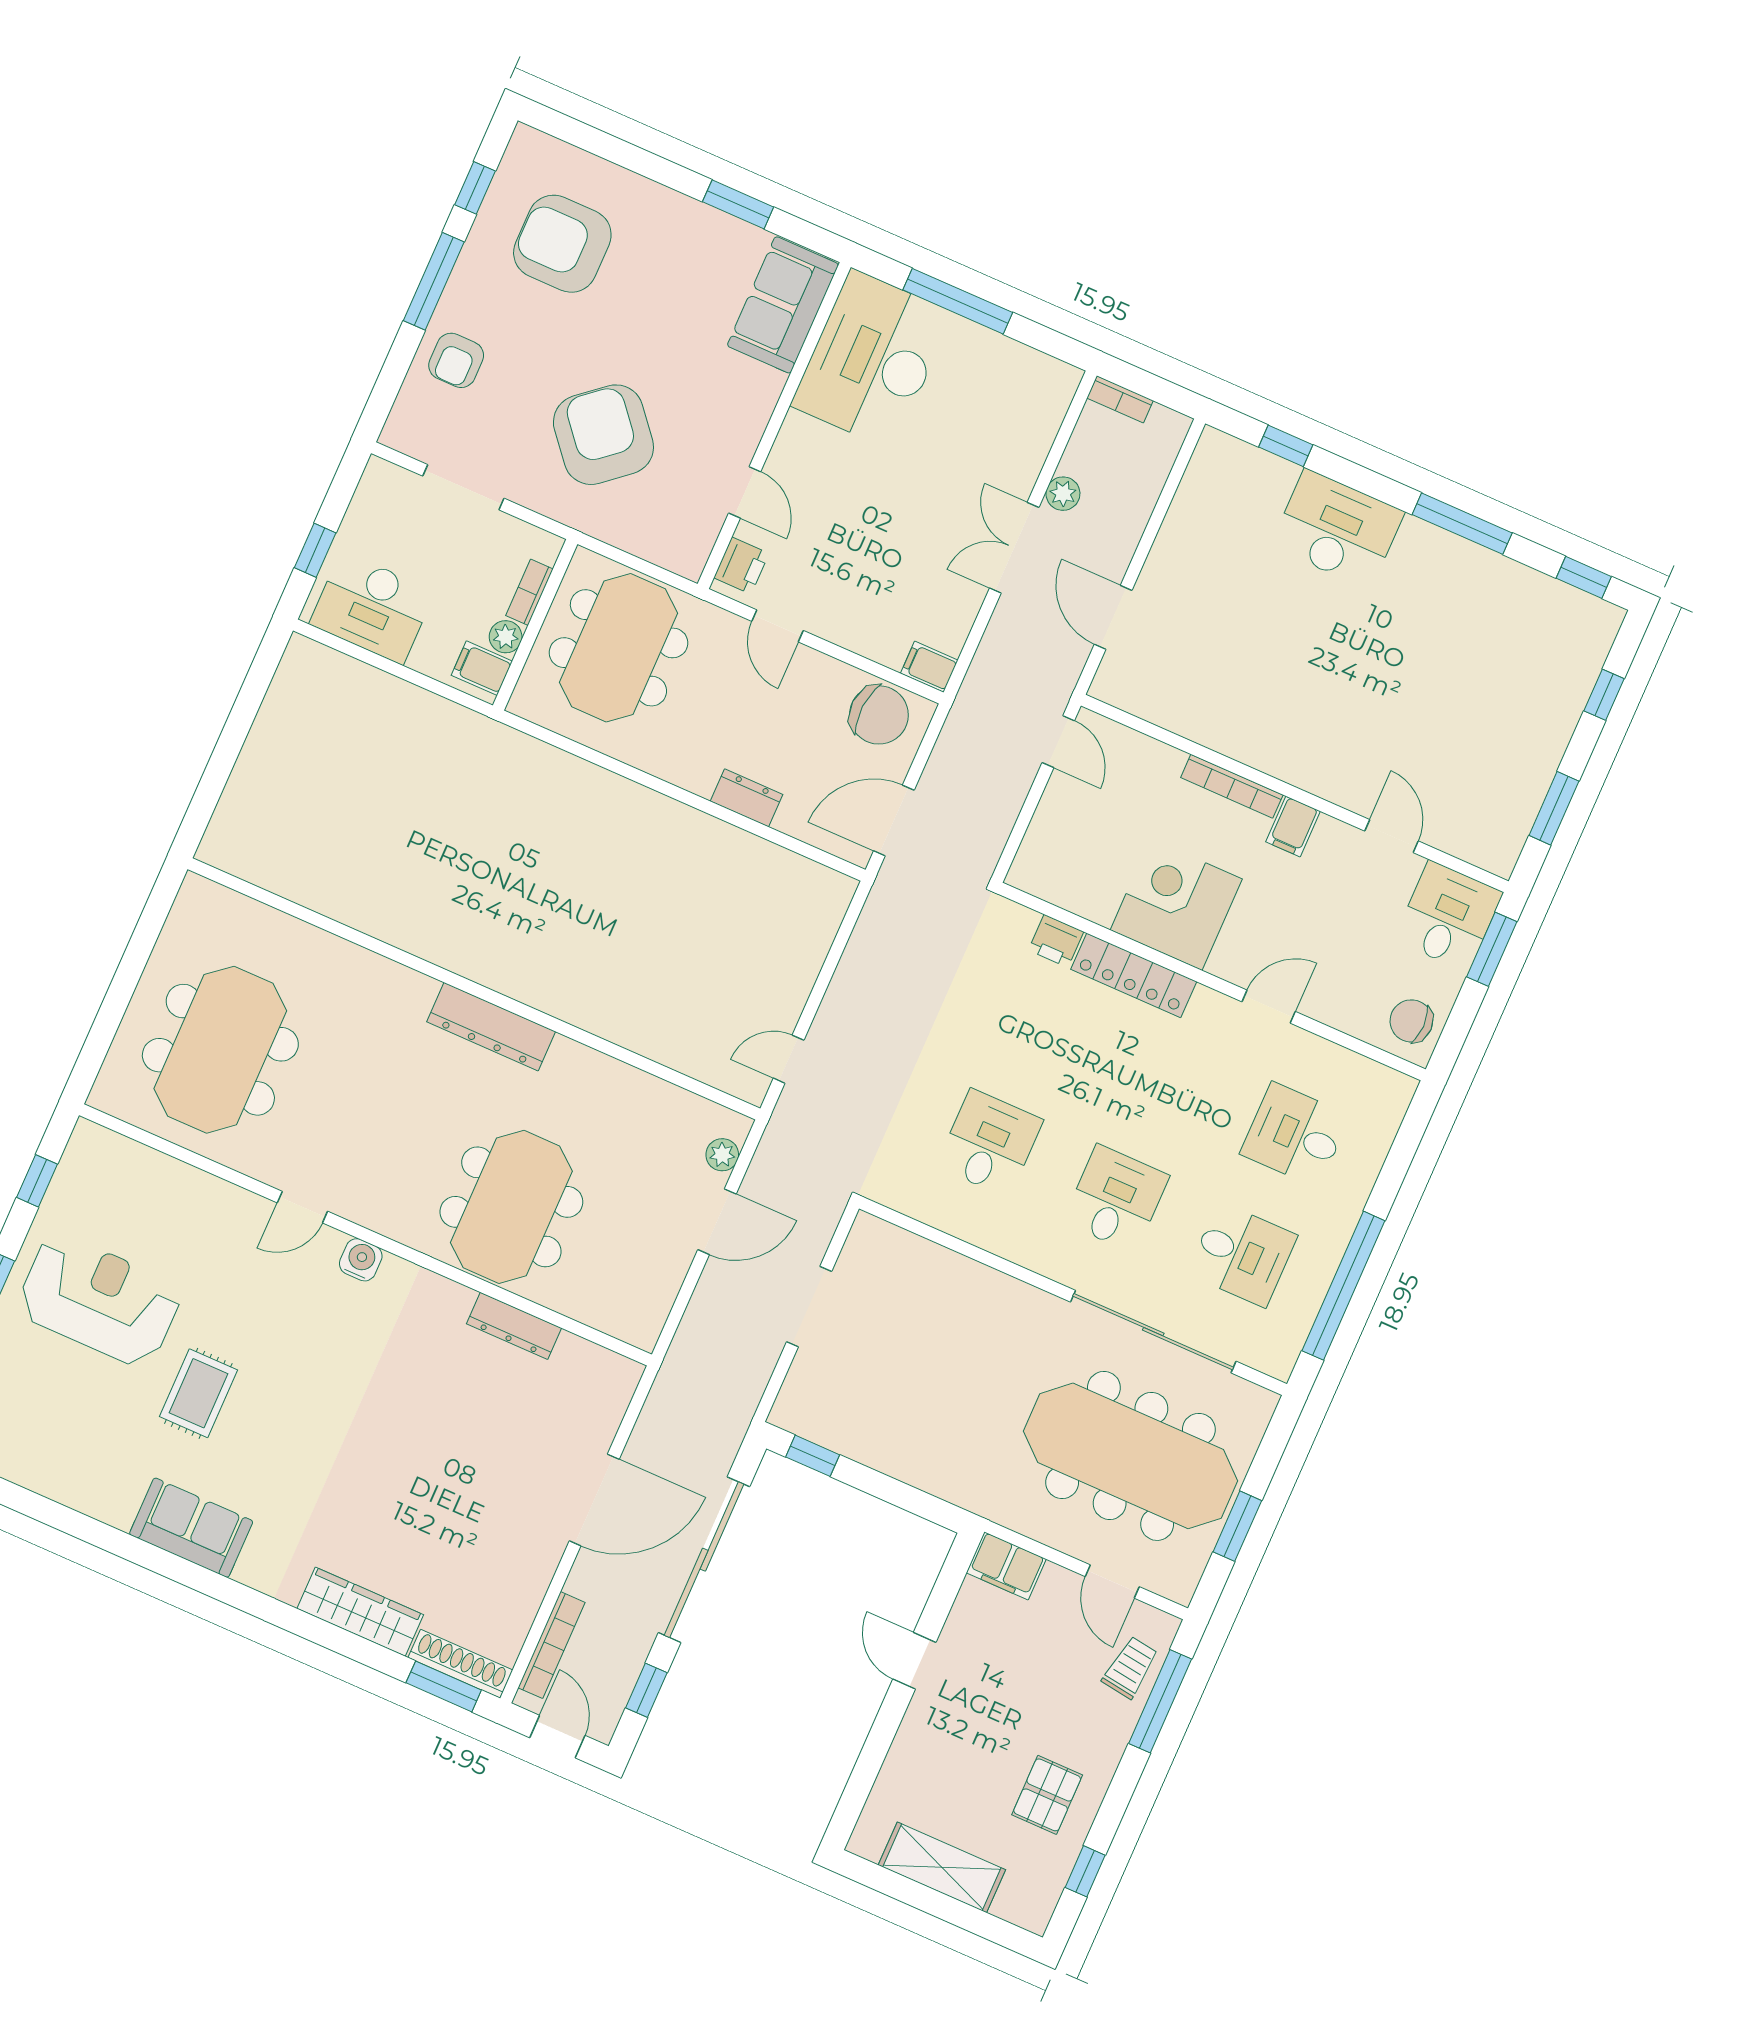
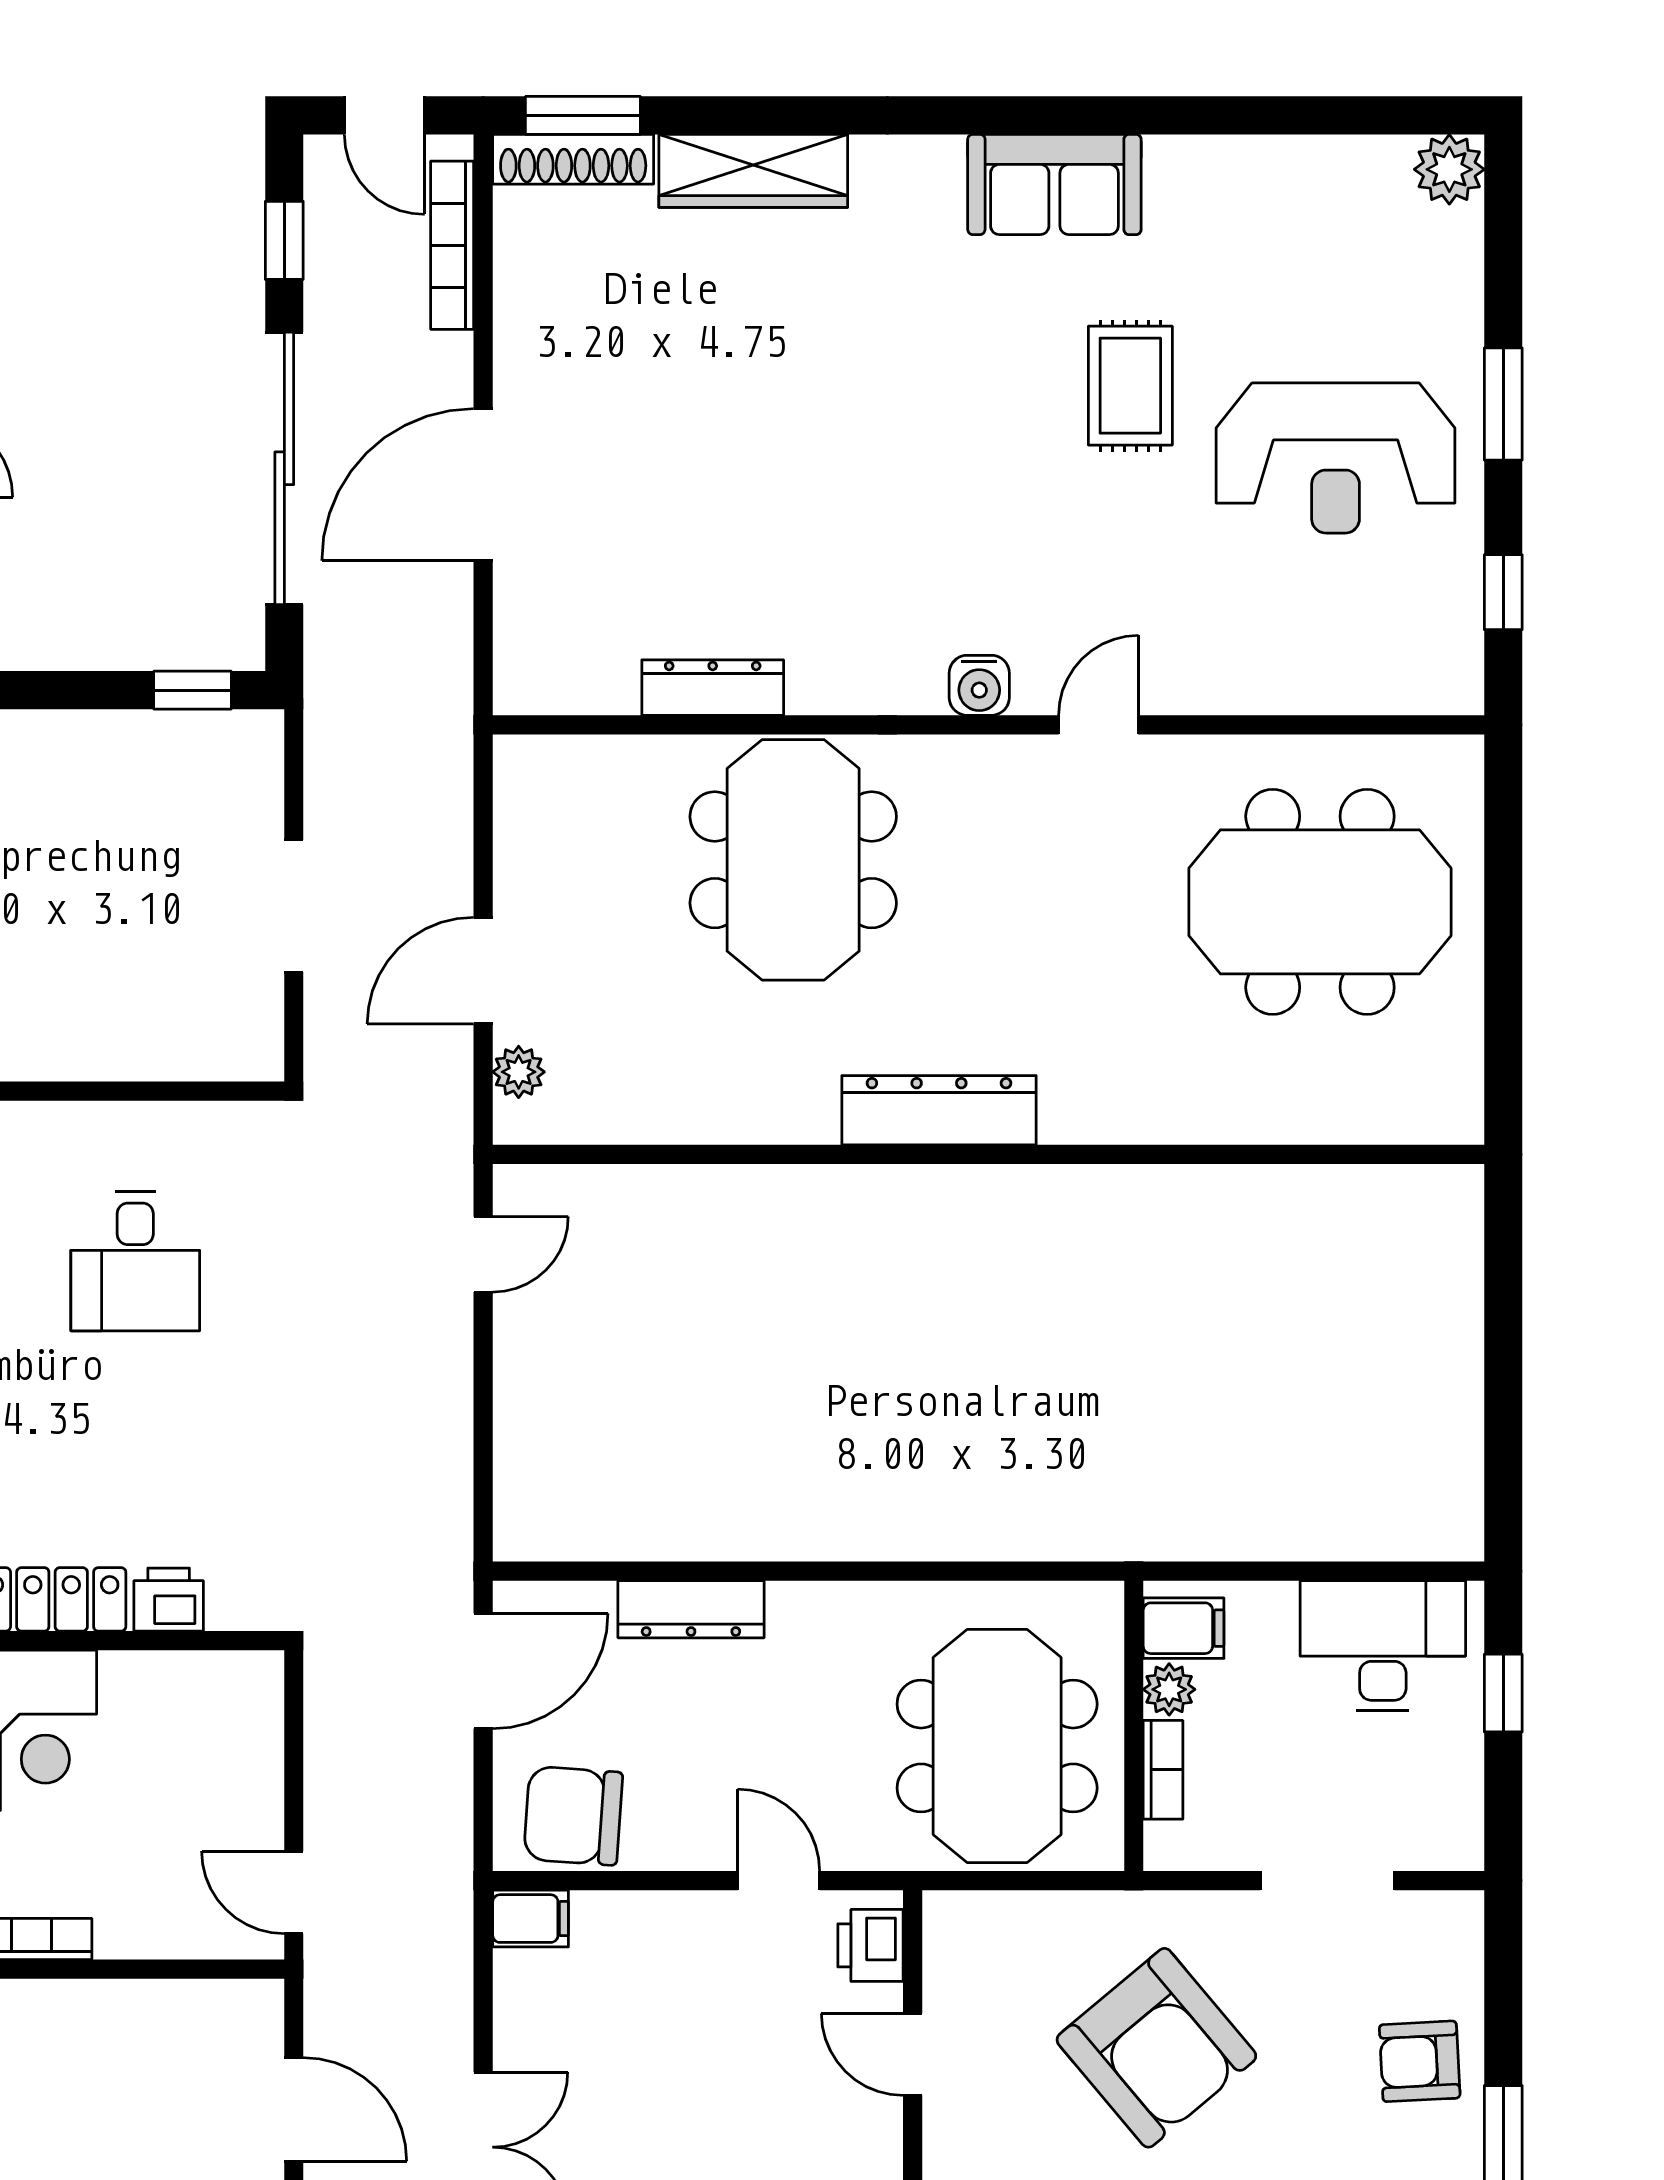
armchair: (456, 360) -> (1420, 2061), turned -93
dresser: (747, 798) -> (691, 1609), width x1.44
meeting table: (220, 1050) -> (1320, 902), turned 90

